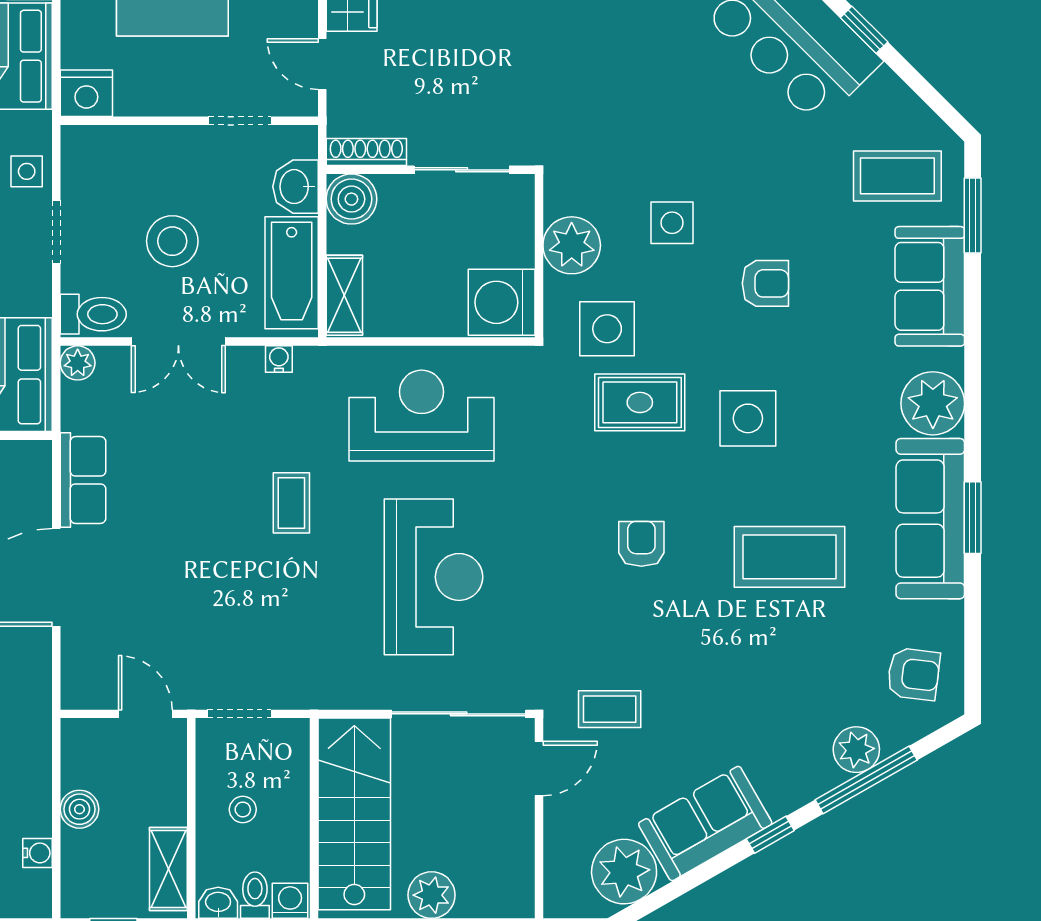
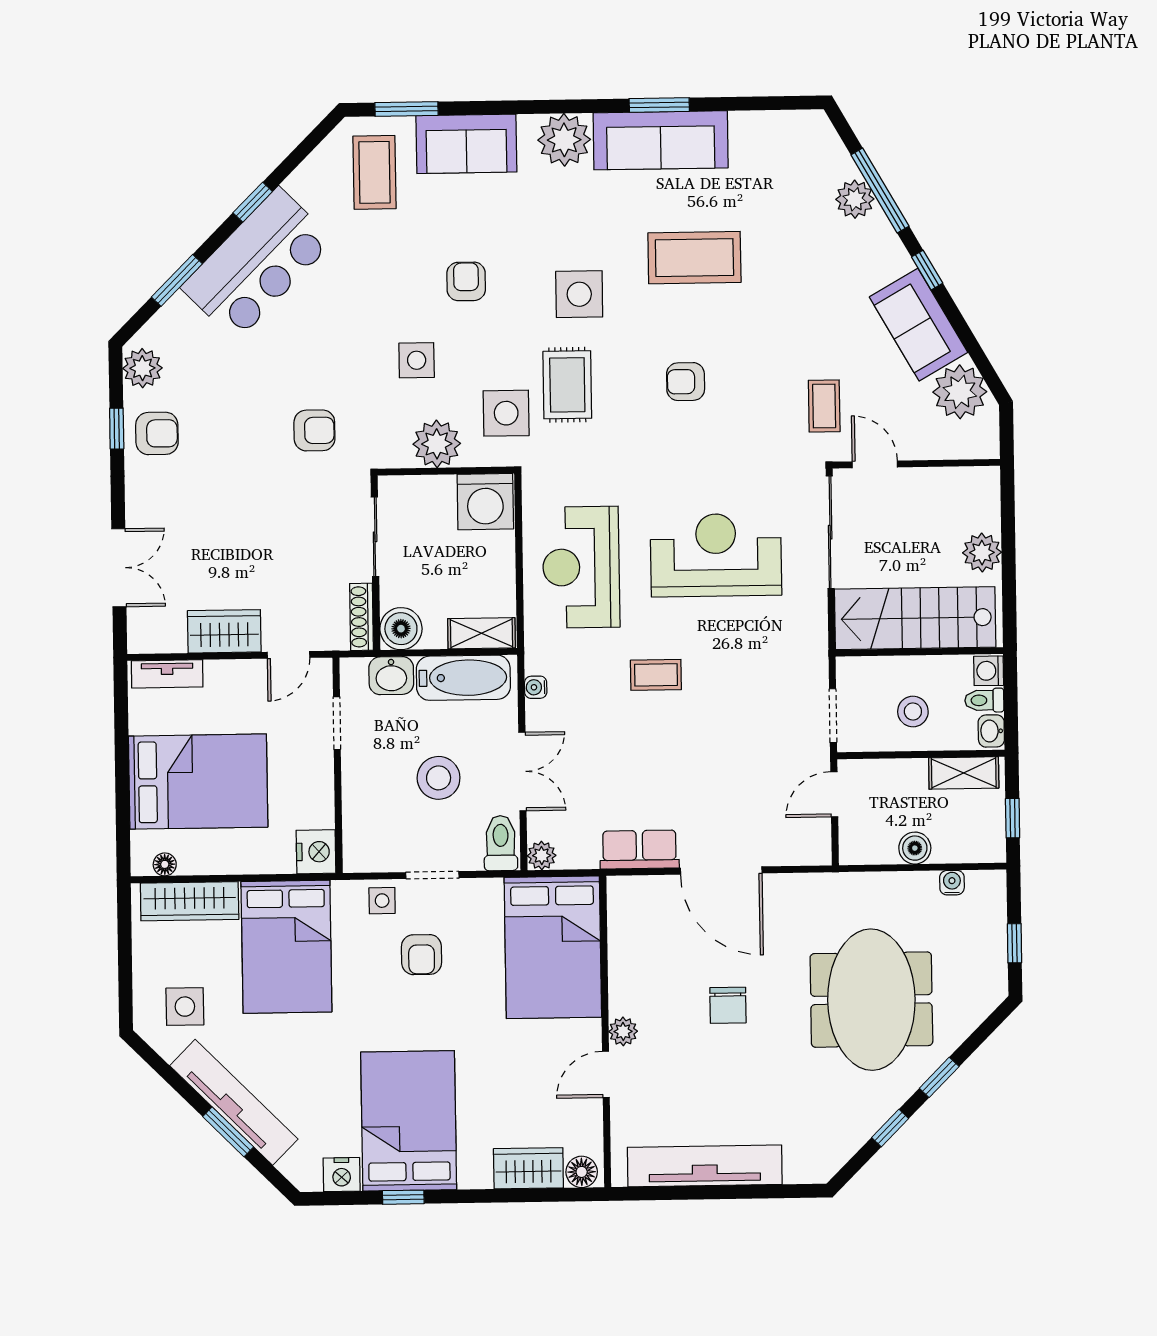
coffee table: (790, 557) -> (694, 258), turned 90
armchair: (914, 674) -> (314, 430), moved, turned 83
stool: (243, 809) -> (913, 711), width x1.37, depth x1.37

